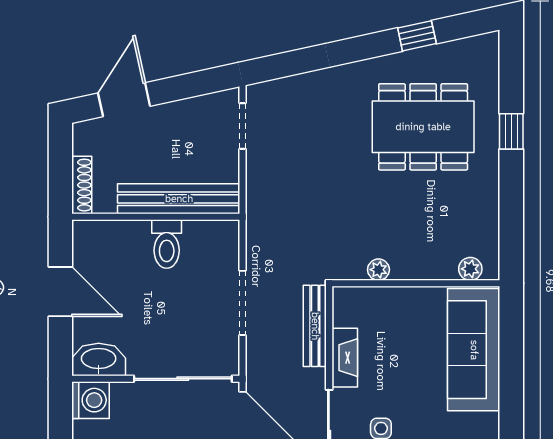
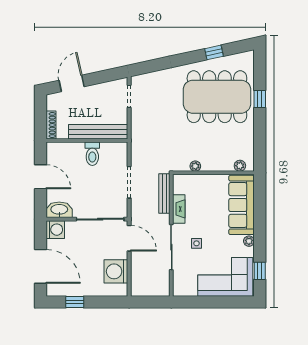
dining table: (423, 127) -> (217, 97), width x1.36, depth x1.24
plant: (489, 424) -> (249, 241), added

